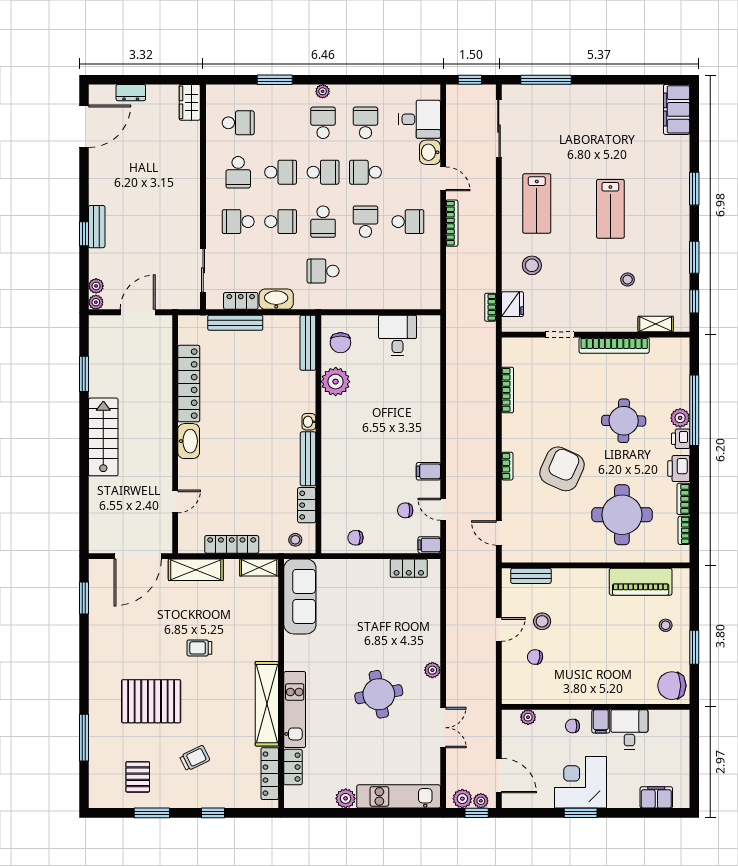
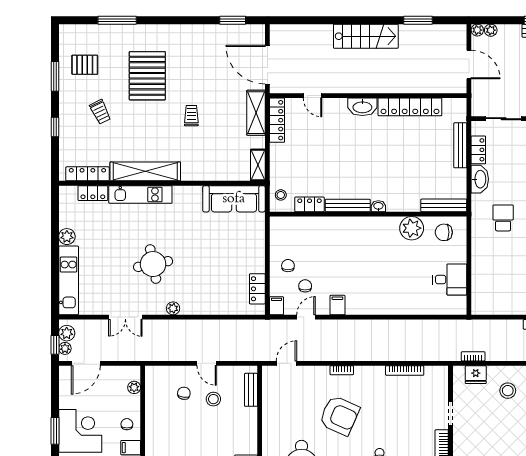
chair: (355, 538) -> (288, 266), moved
locker: (232, 544) -> (277, 120), moved

